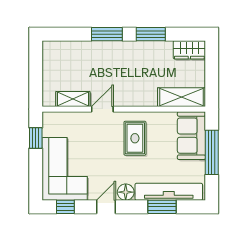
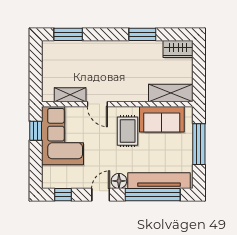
window: (107, 34) -> (68, 34), moved
door: (102, 109) -> (97, 104), swing flipped
sofa: (191, 136) -> (162, 119), moved, turned -90
corner sofa: (65, 169) -> (62, 136), moved
window: (162, 207) -> (153, 195), width x2.11

